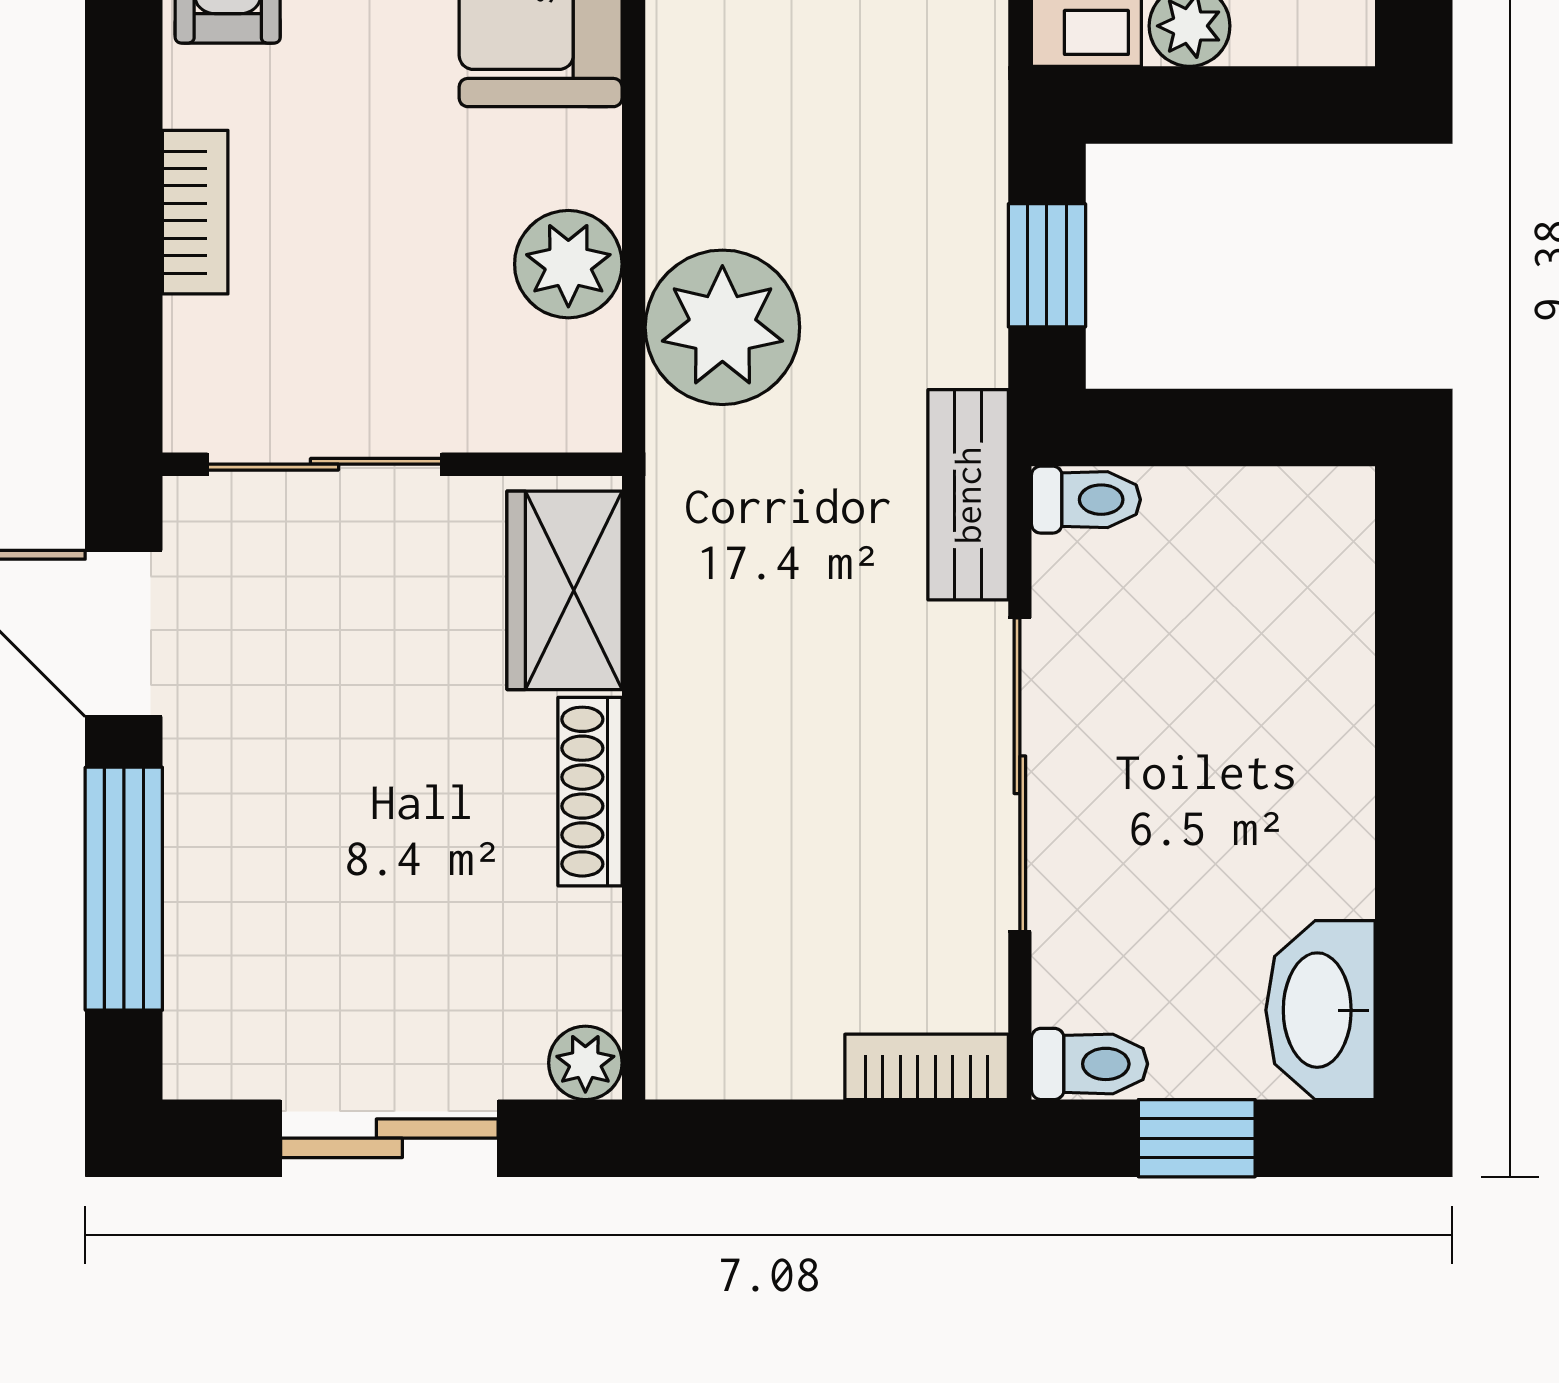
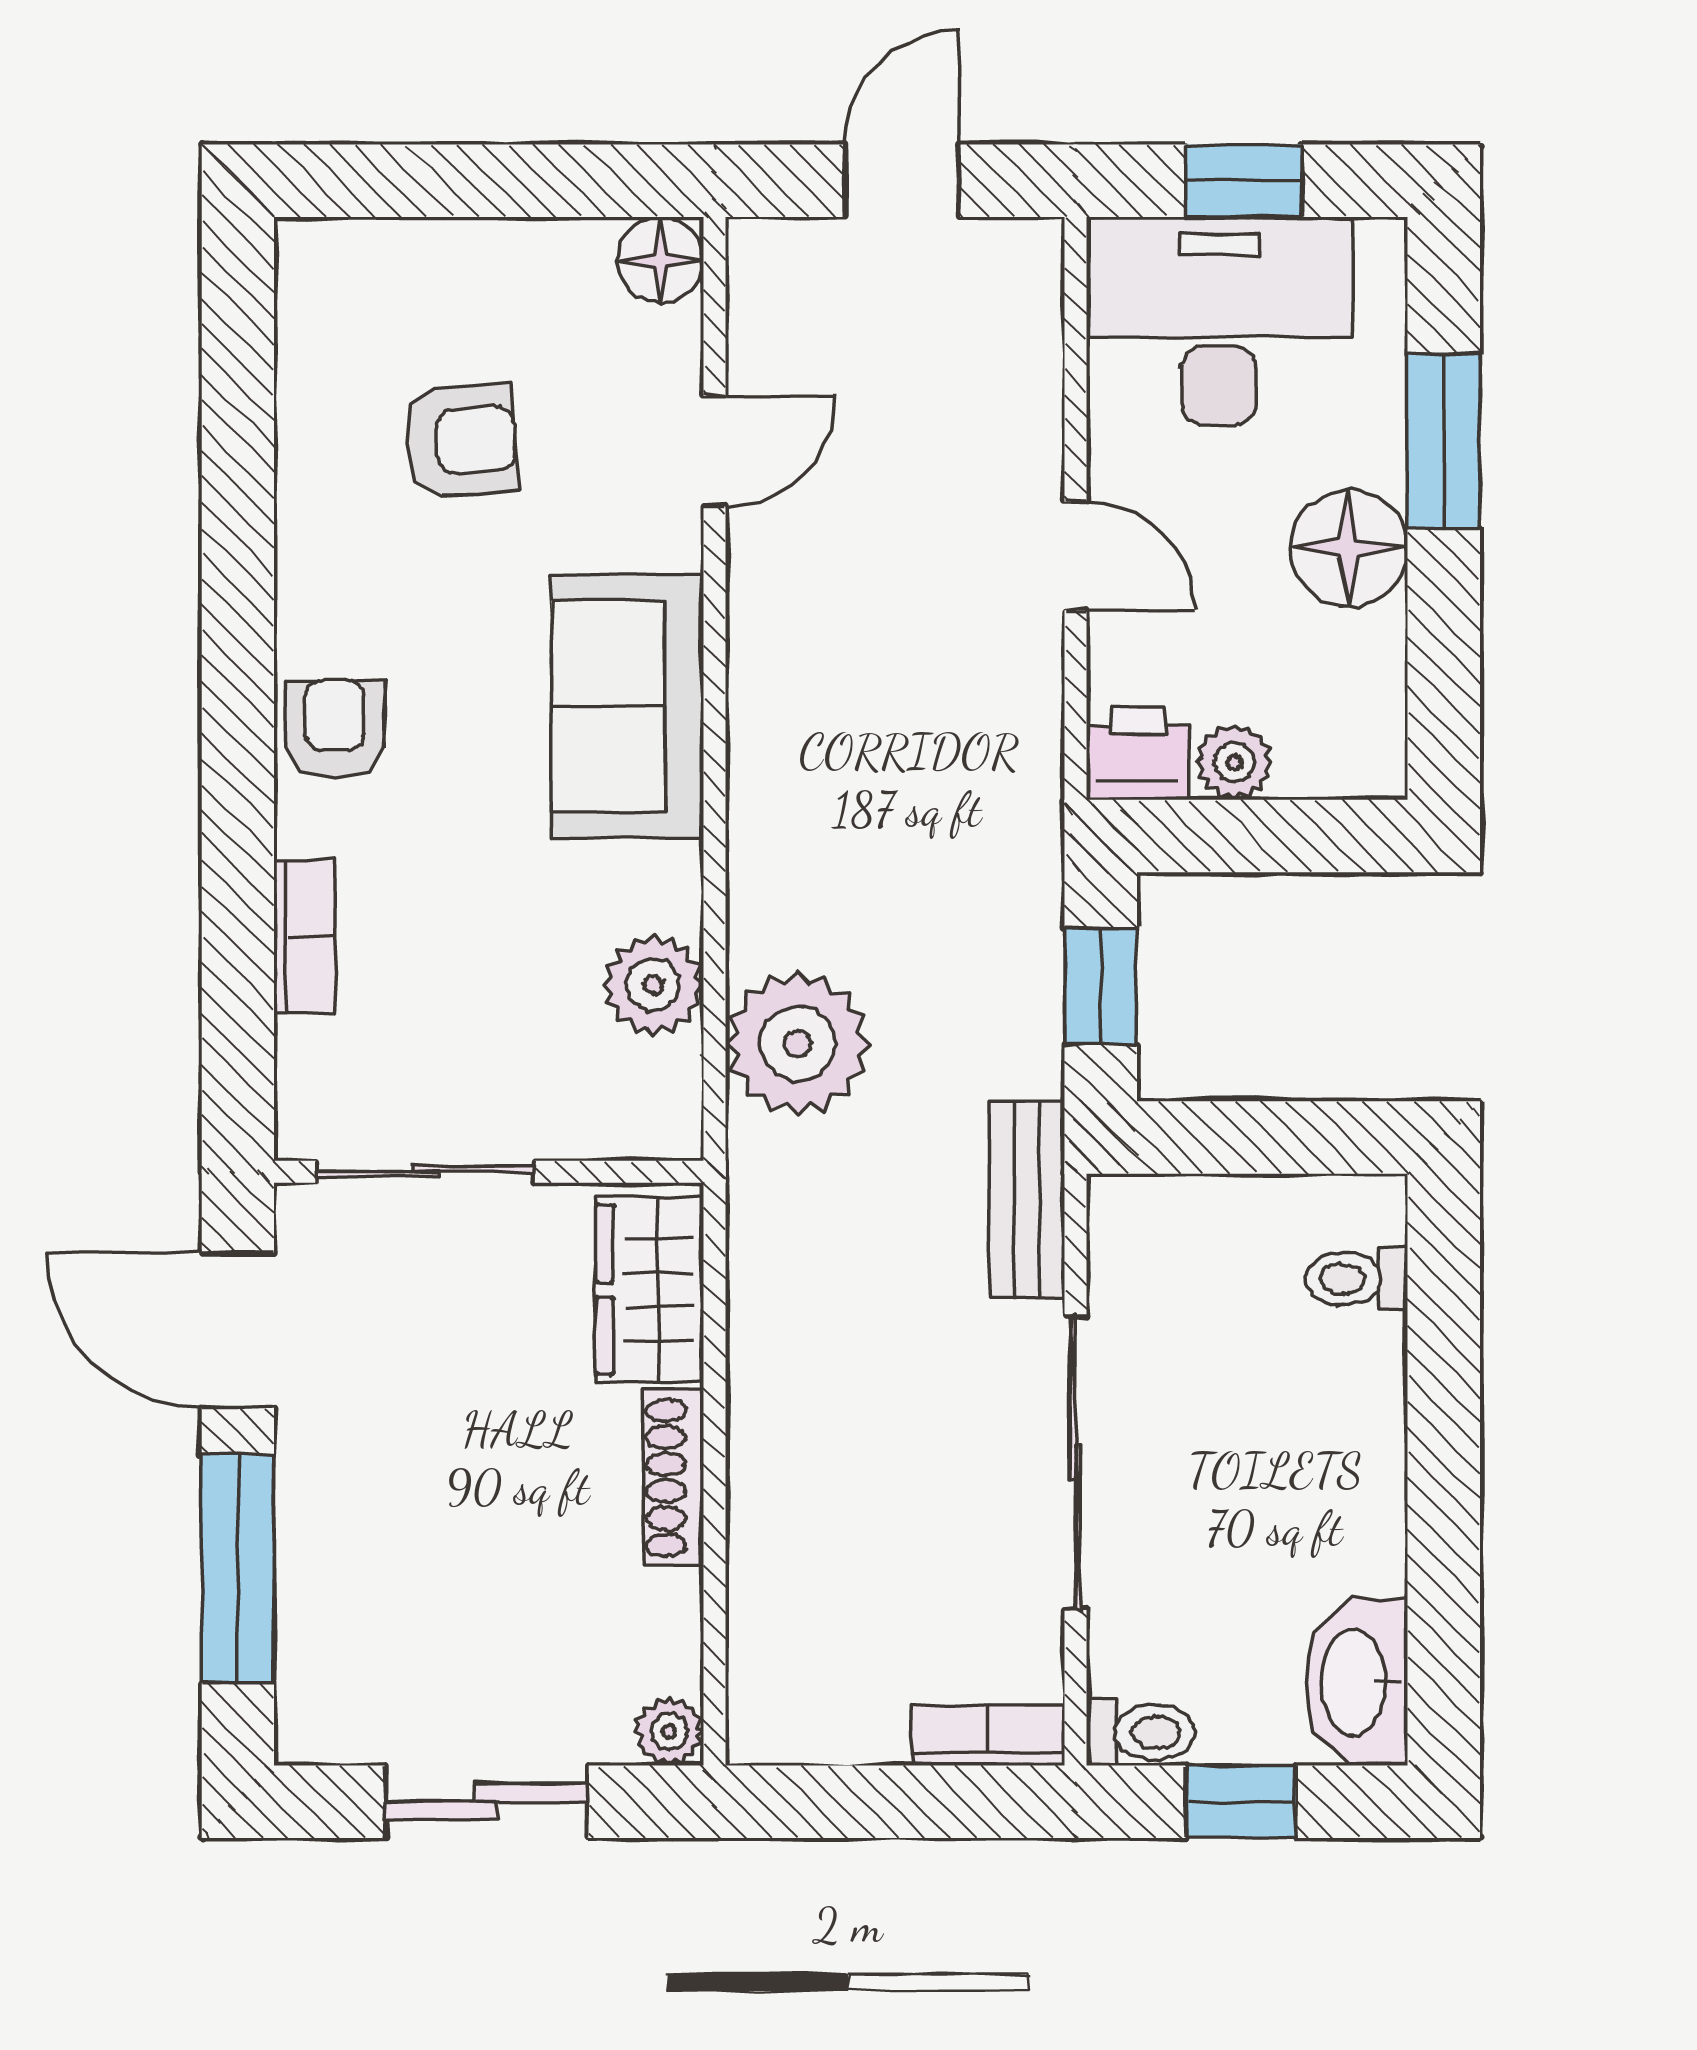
toilet: (1086, 500) -> (1357, 1279), moved, turned 180

